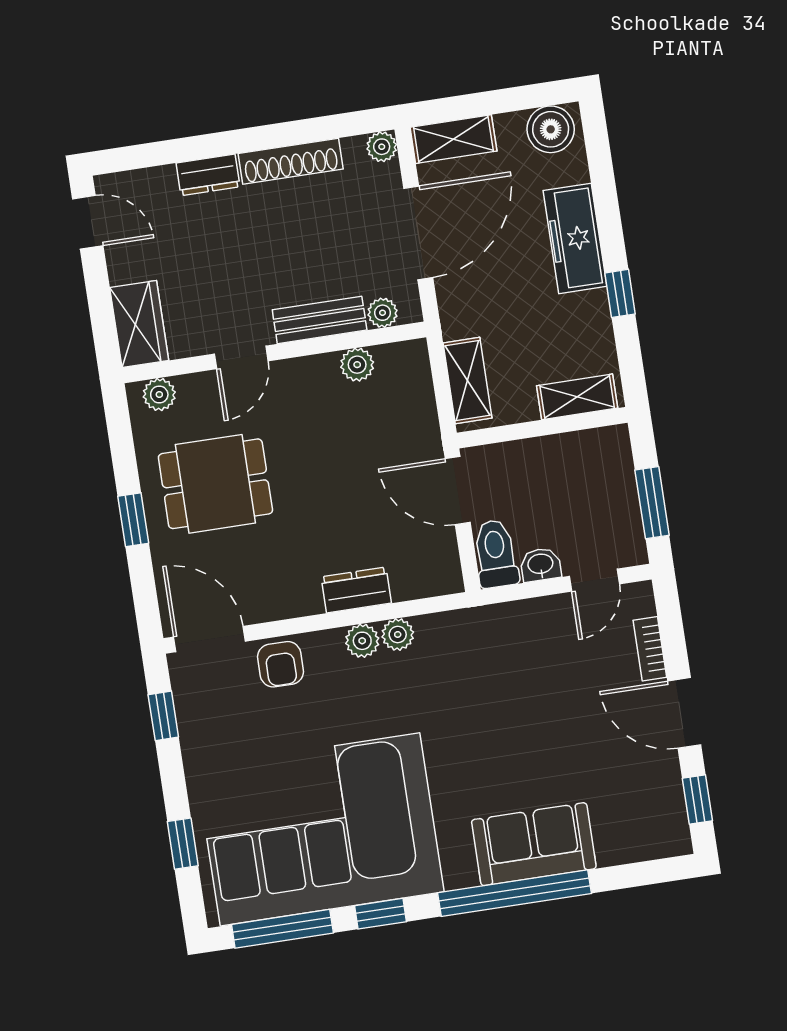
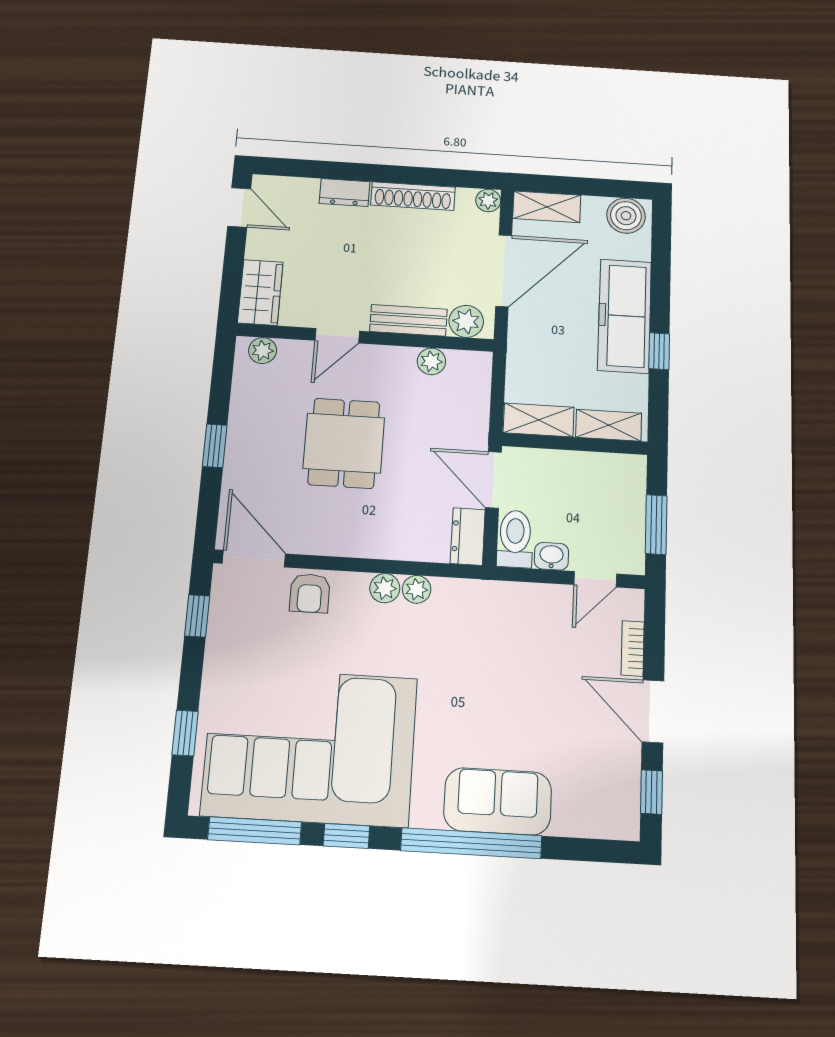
freezer: (575, 238) -> (625, 316), width x1.36, depth x1.26
plant: (383, 313) -> (466, 321), width x1.38, depth x1.38
shelving: (467, 381) -> (539, 420), moved, turned 90
dining table: (215, 484) -> (344, 443), moved, turned 90
dresser: (356, 590) -> (468, 536), moved, turned -90

